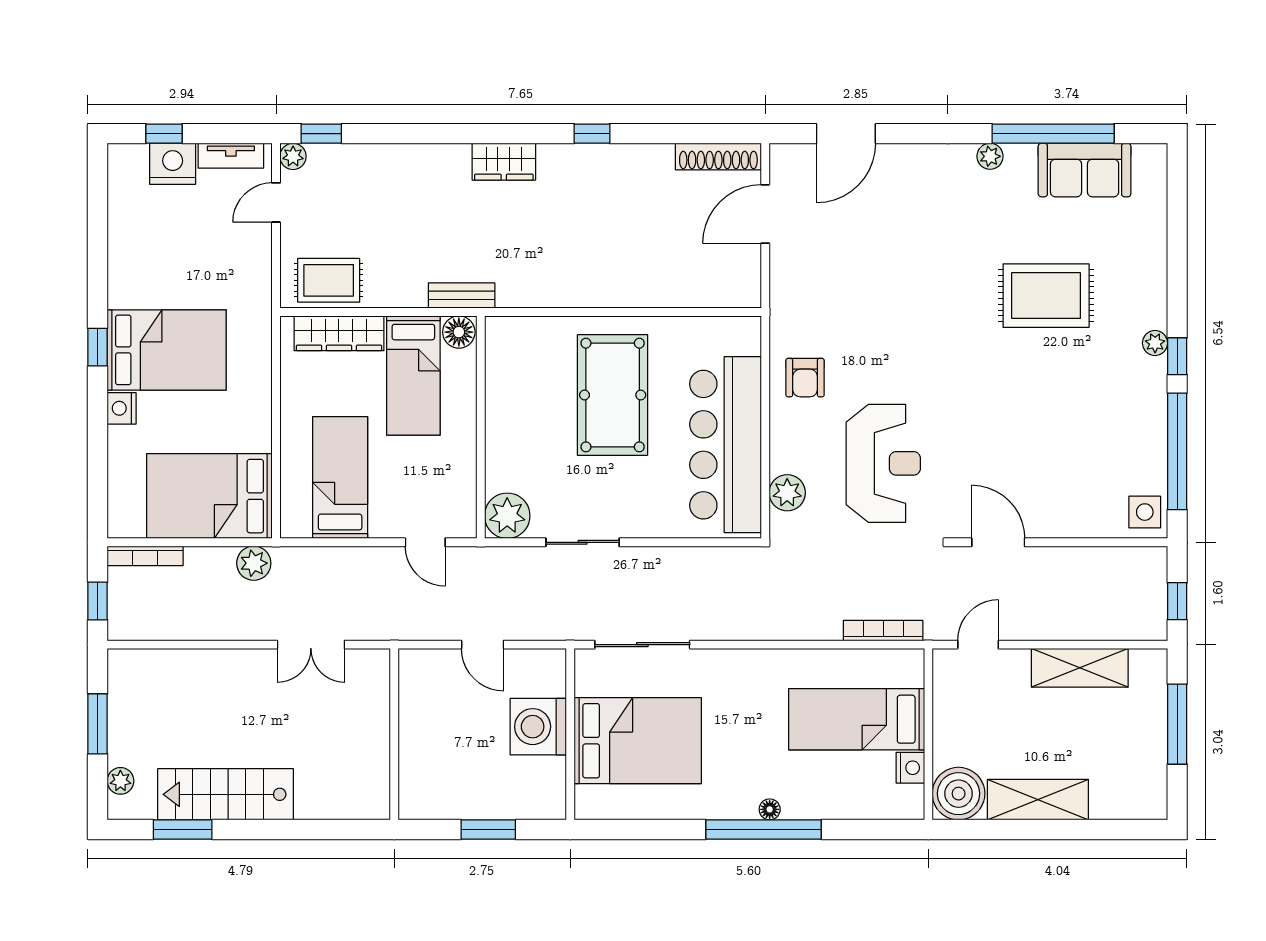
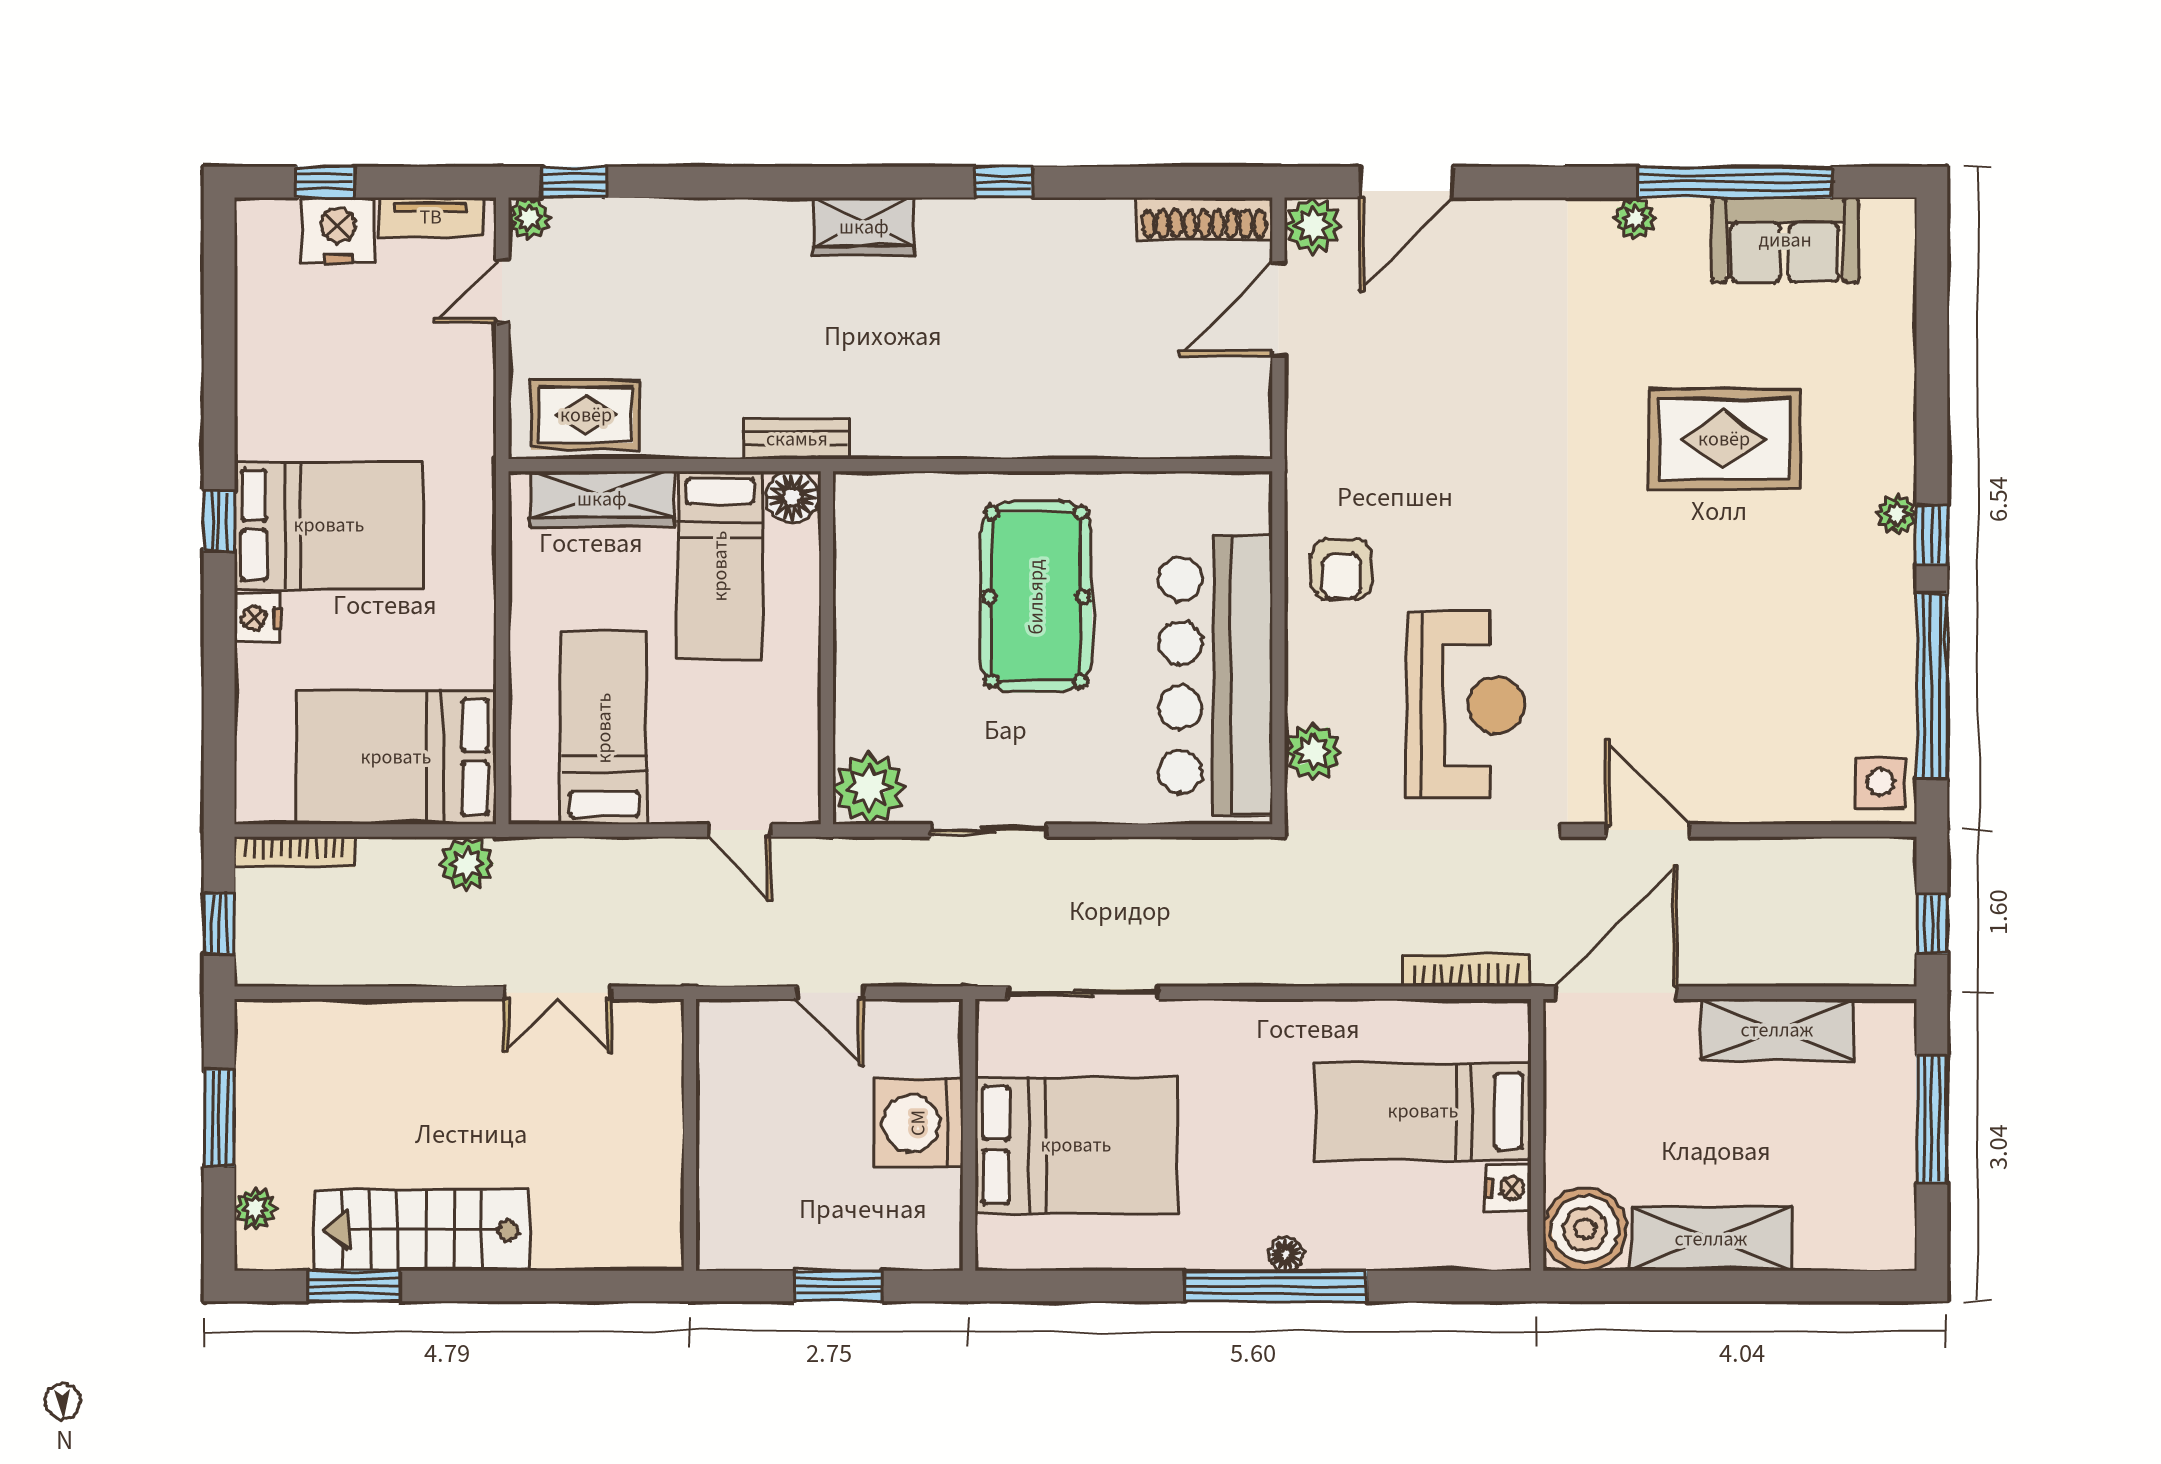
plant: (787, 161) -> (1313, 226), added
door: (978, 645) -> (1616, 993), width x1.87

